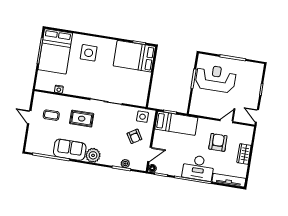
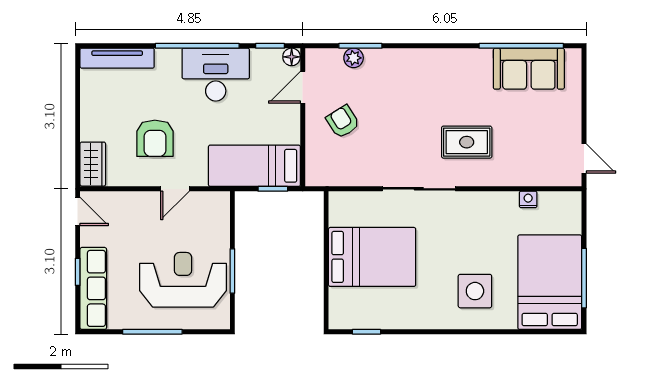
bed: (134, 56) -> (372, 257), moved
reception desk: (216, 78) -> (183, 280), turned 180
row of seats: (256, 81) -> (93, 288), added
coffee table: (51, 115) -> (536, 139), removed
door: (29, 117) -> (584, 158), moved
side table: (142, 117) -> (332, 168), removed
door: (227, 121) -> (175, 189), moved
sofa: (70, 150) -> (529, 69), moved
wardrobe: (244, 154) -> (93, 164), moved
plant: (93, 155) -> (428, 65), removed
desk: (198, 168) -> (216, 75), moved

